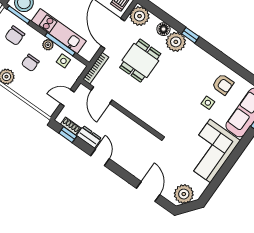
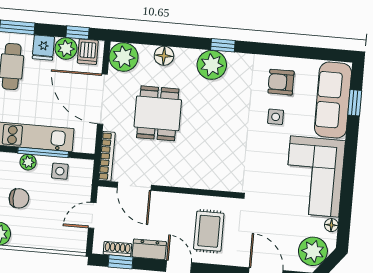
window: (190, 35) -> (223, 45), moved
plant: (176, 42) -> (212, 65), moved
chair: (30, 63) -> (19, 198), turned -90
armchair: (223, 84) -> (281, 82), turned 180
rug: (130, 147) -> (209, 231), added
floor lamp: (203, 185) -> (331, 225), added

